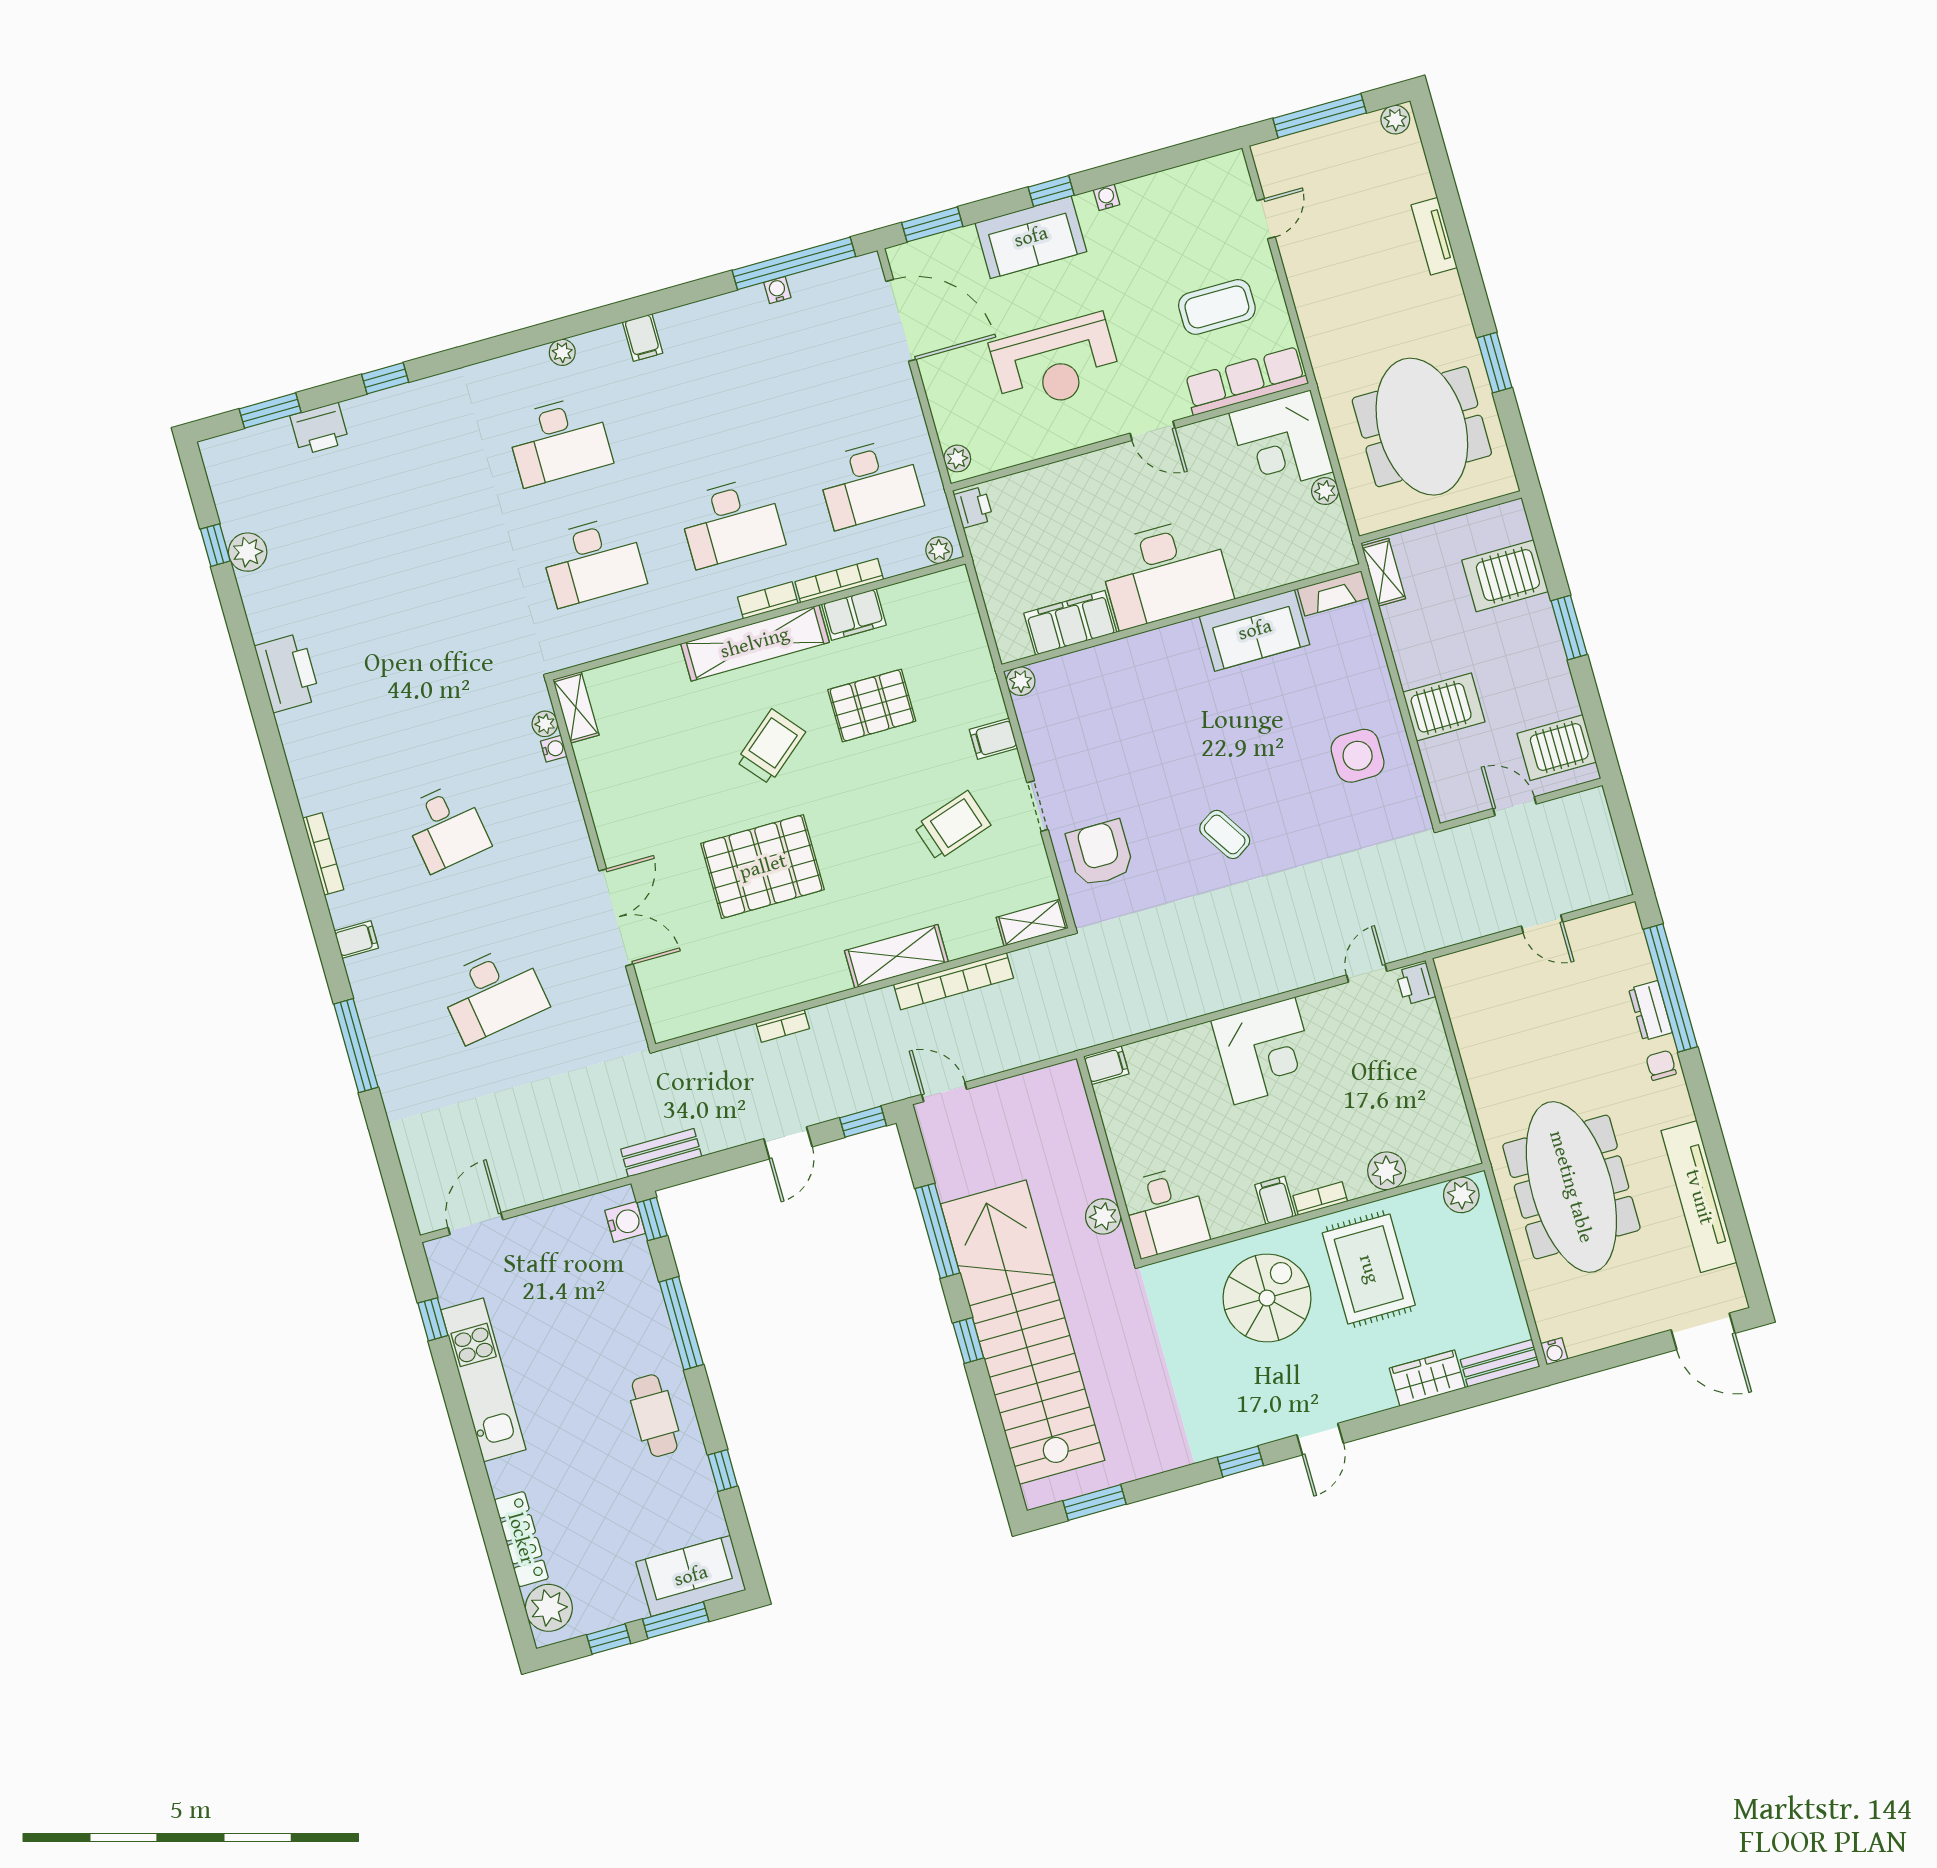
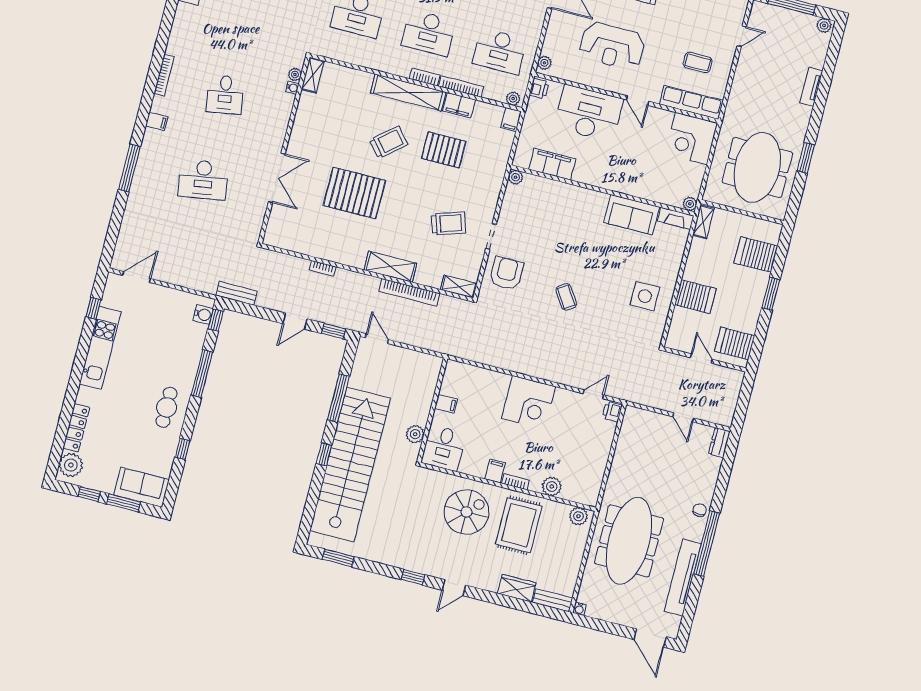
coffee table: (1217, 307) -> (698, 62), width x0.73, depth x0.77
plant: (1325, 491) -> (690, 204), moved
desk: (1165, 572) -> (589, 113), moved, turned 180
filing cabinet: (993, 739) -> (511, 120), moved, turned -90
window: (1670, 988) -> (707, 543), moved
dresser: (1650, 1011) -> (719, 443), moved
filing cabinet: (1106, 1065) -> (446, 404), moved

